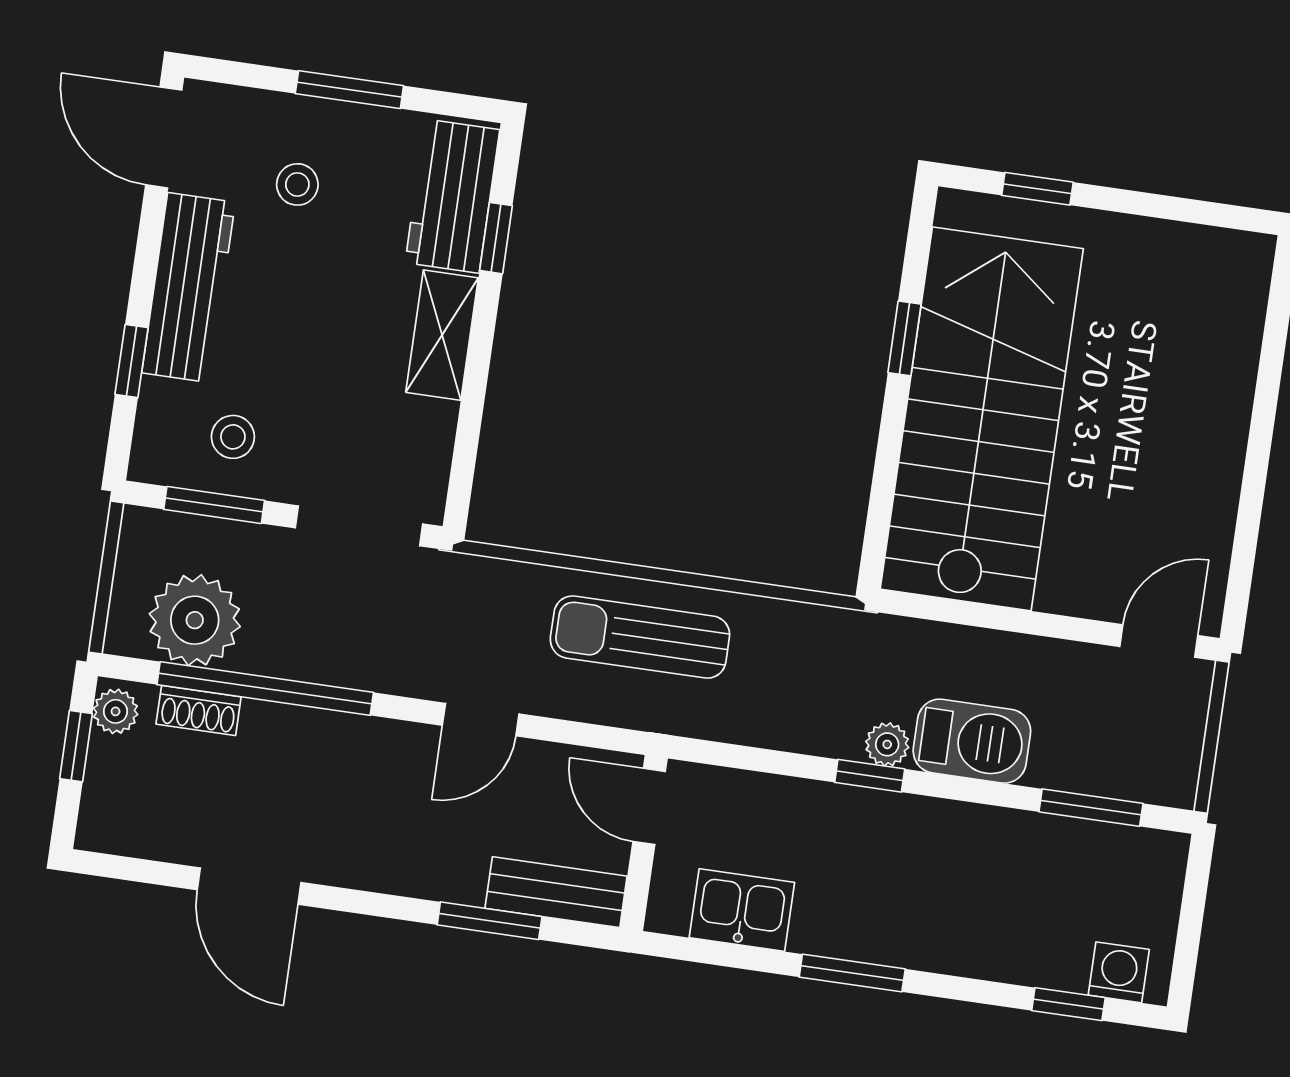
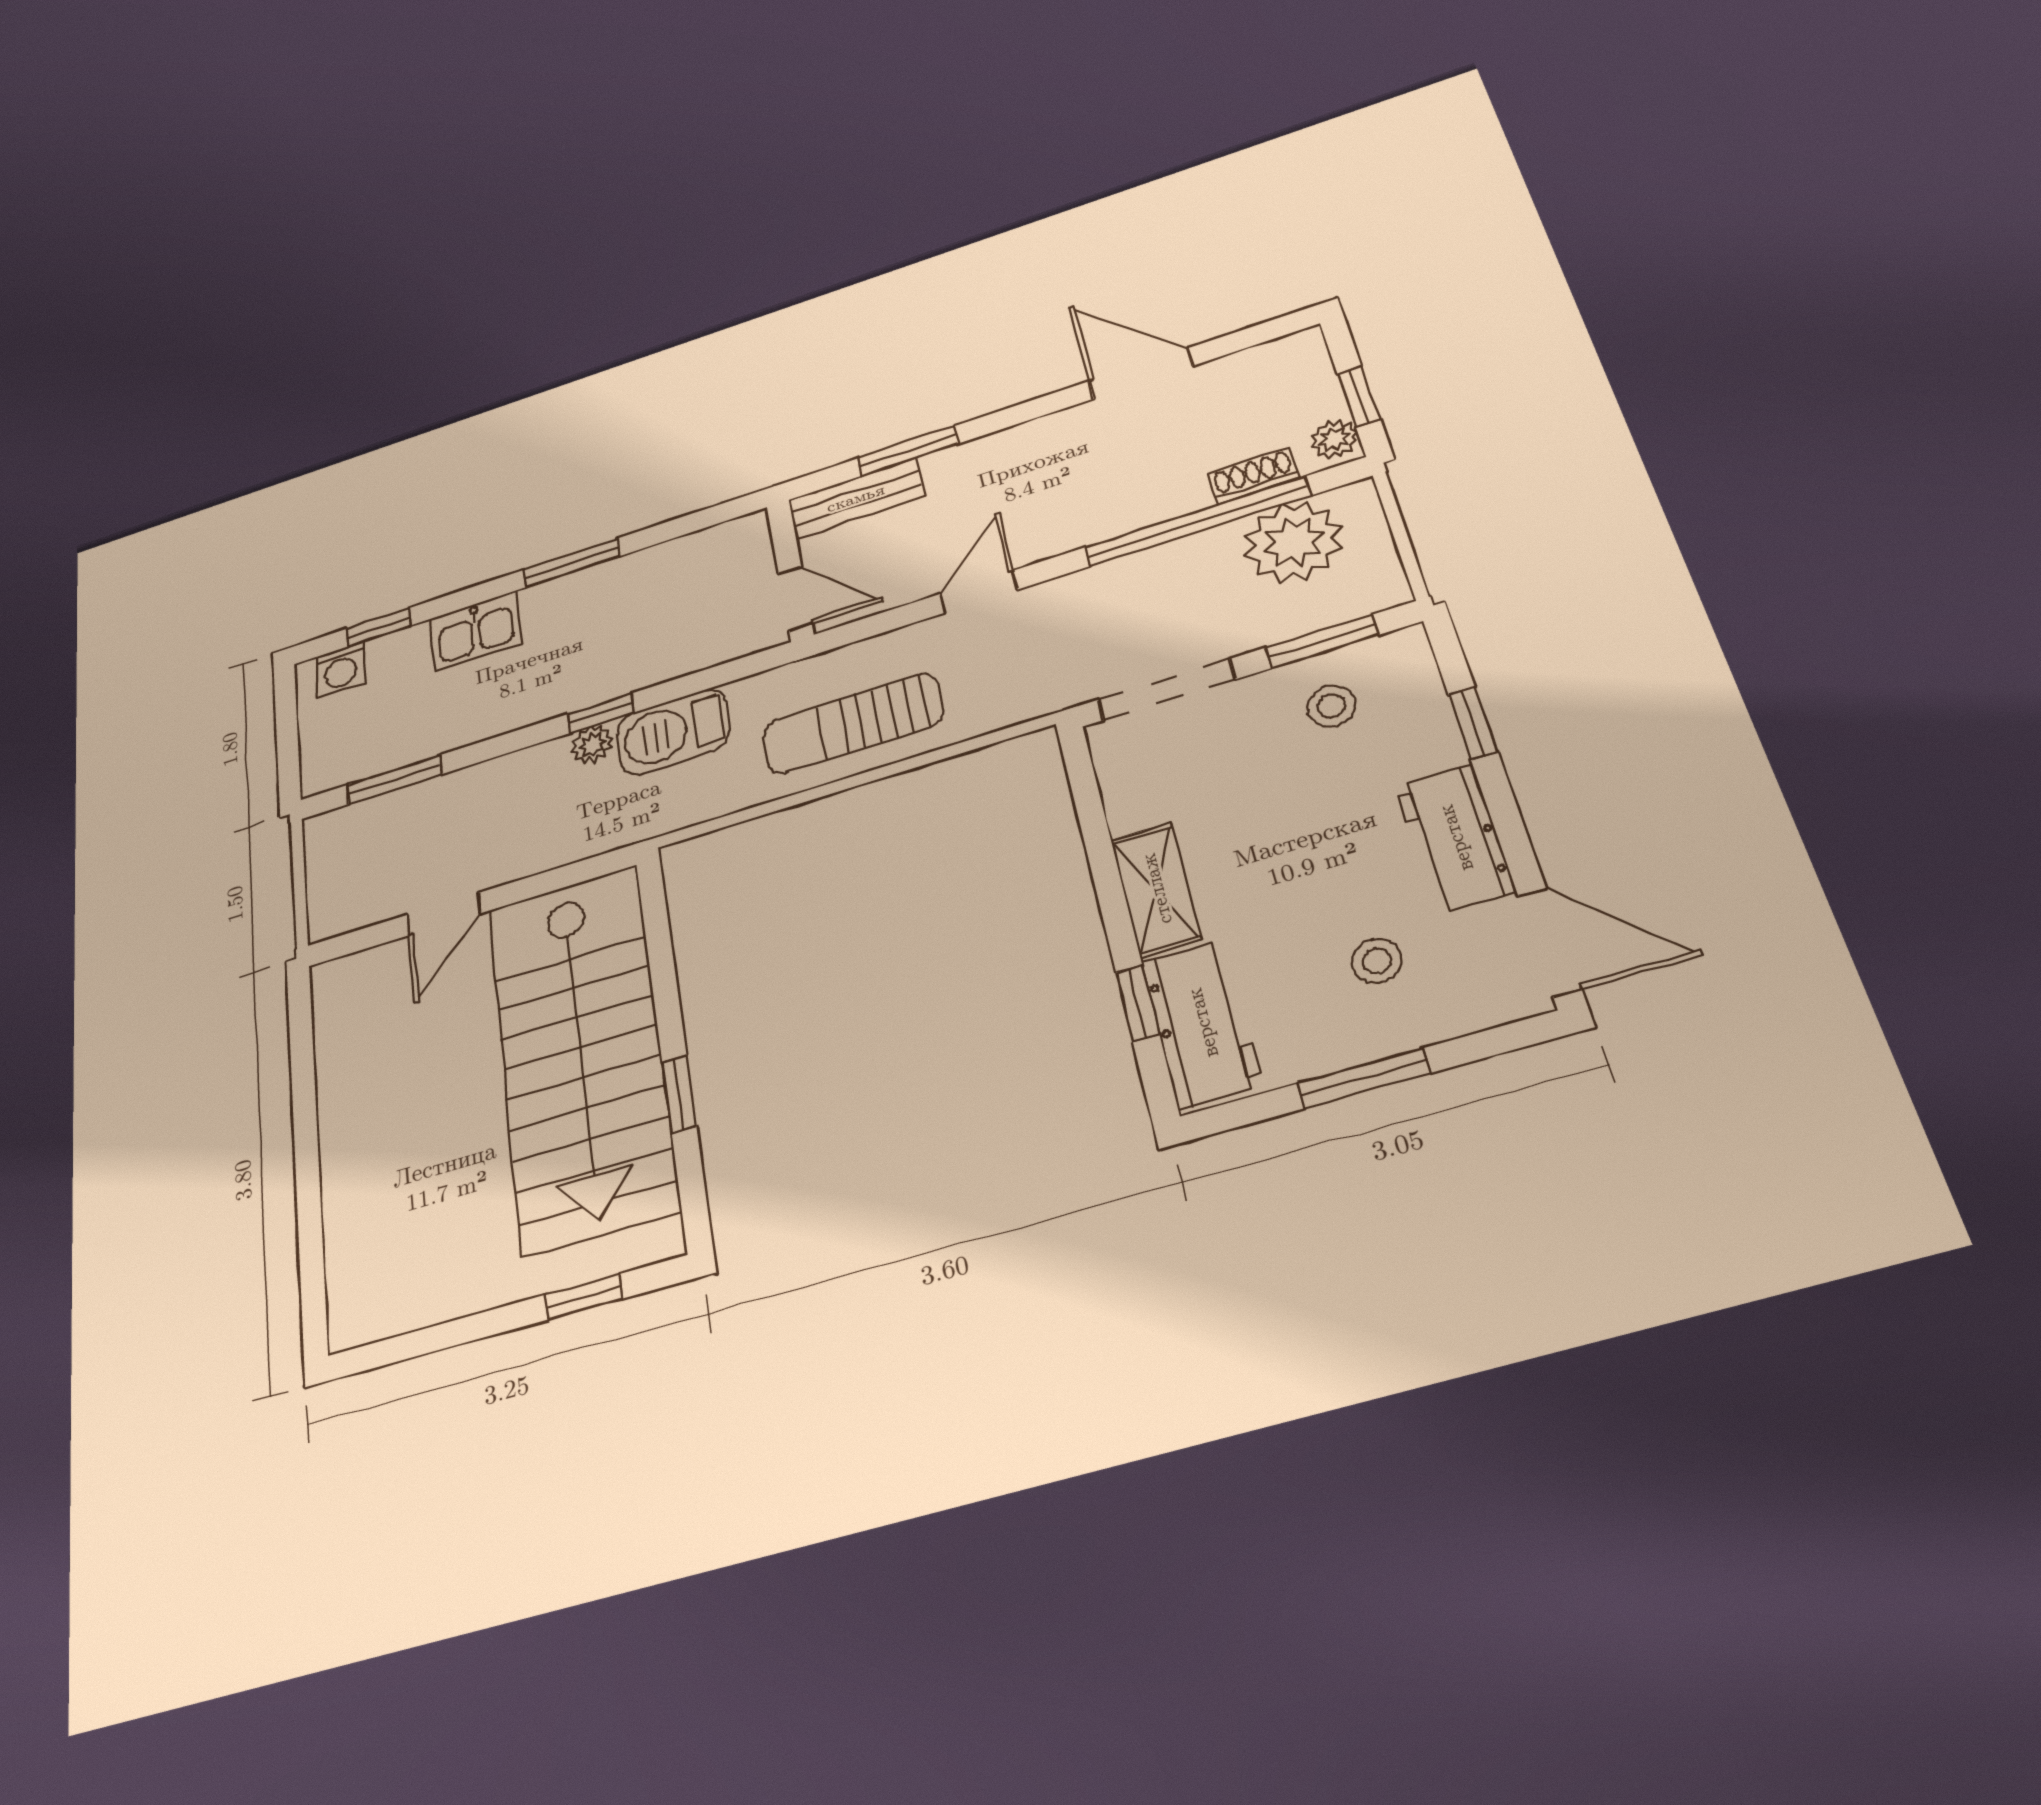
workbench: (188, 288) -> (1455, 838), width x0.73
sun lounger: (640, 637) -> (853, 724), turned 180
door: (1159, 641) -> (444, 914), moved
barbecue: (972, 741) -> (673, 732), moved
kitchen sink: (742, 910) -> (476, 631), moved

